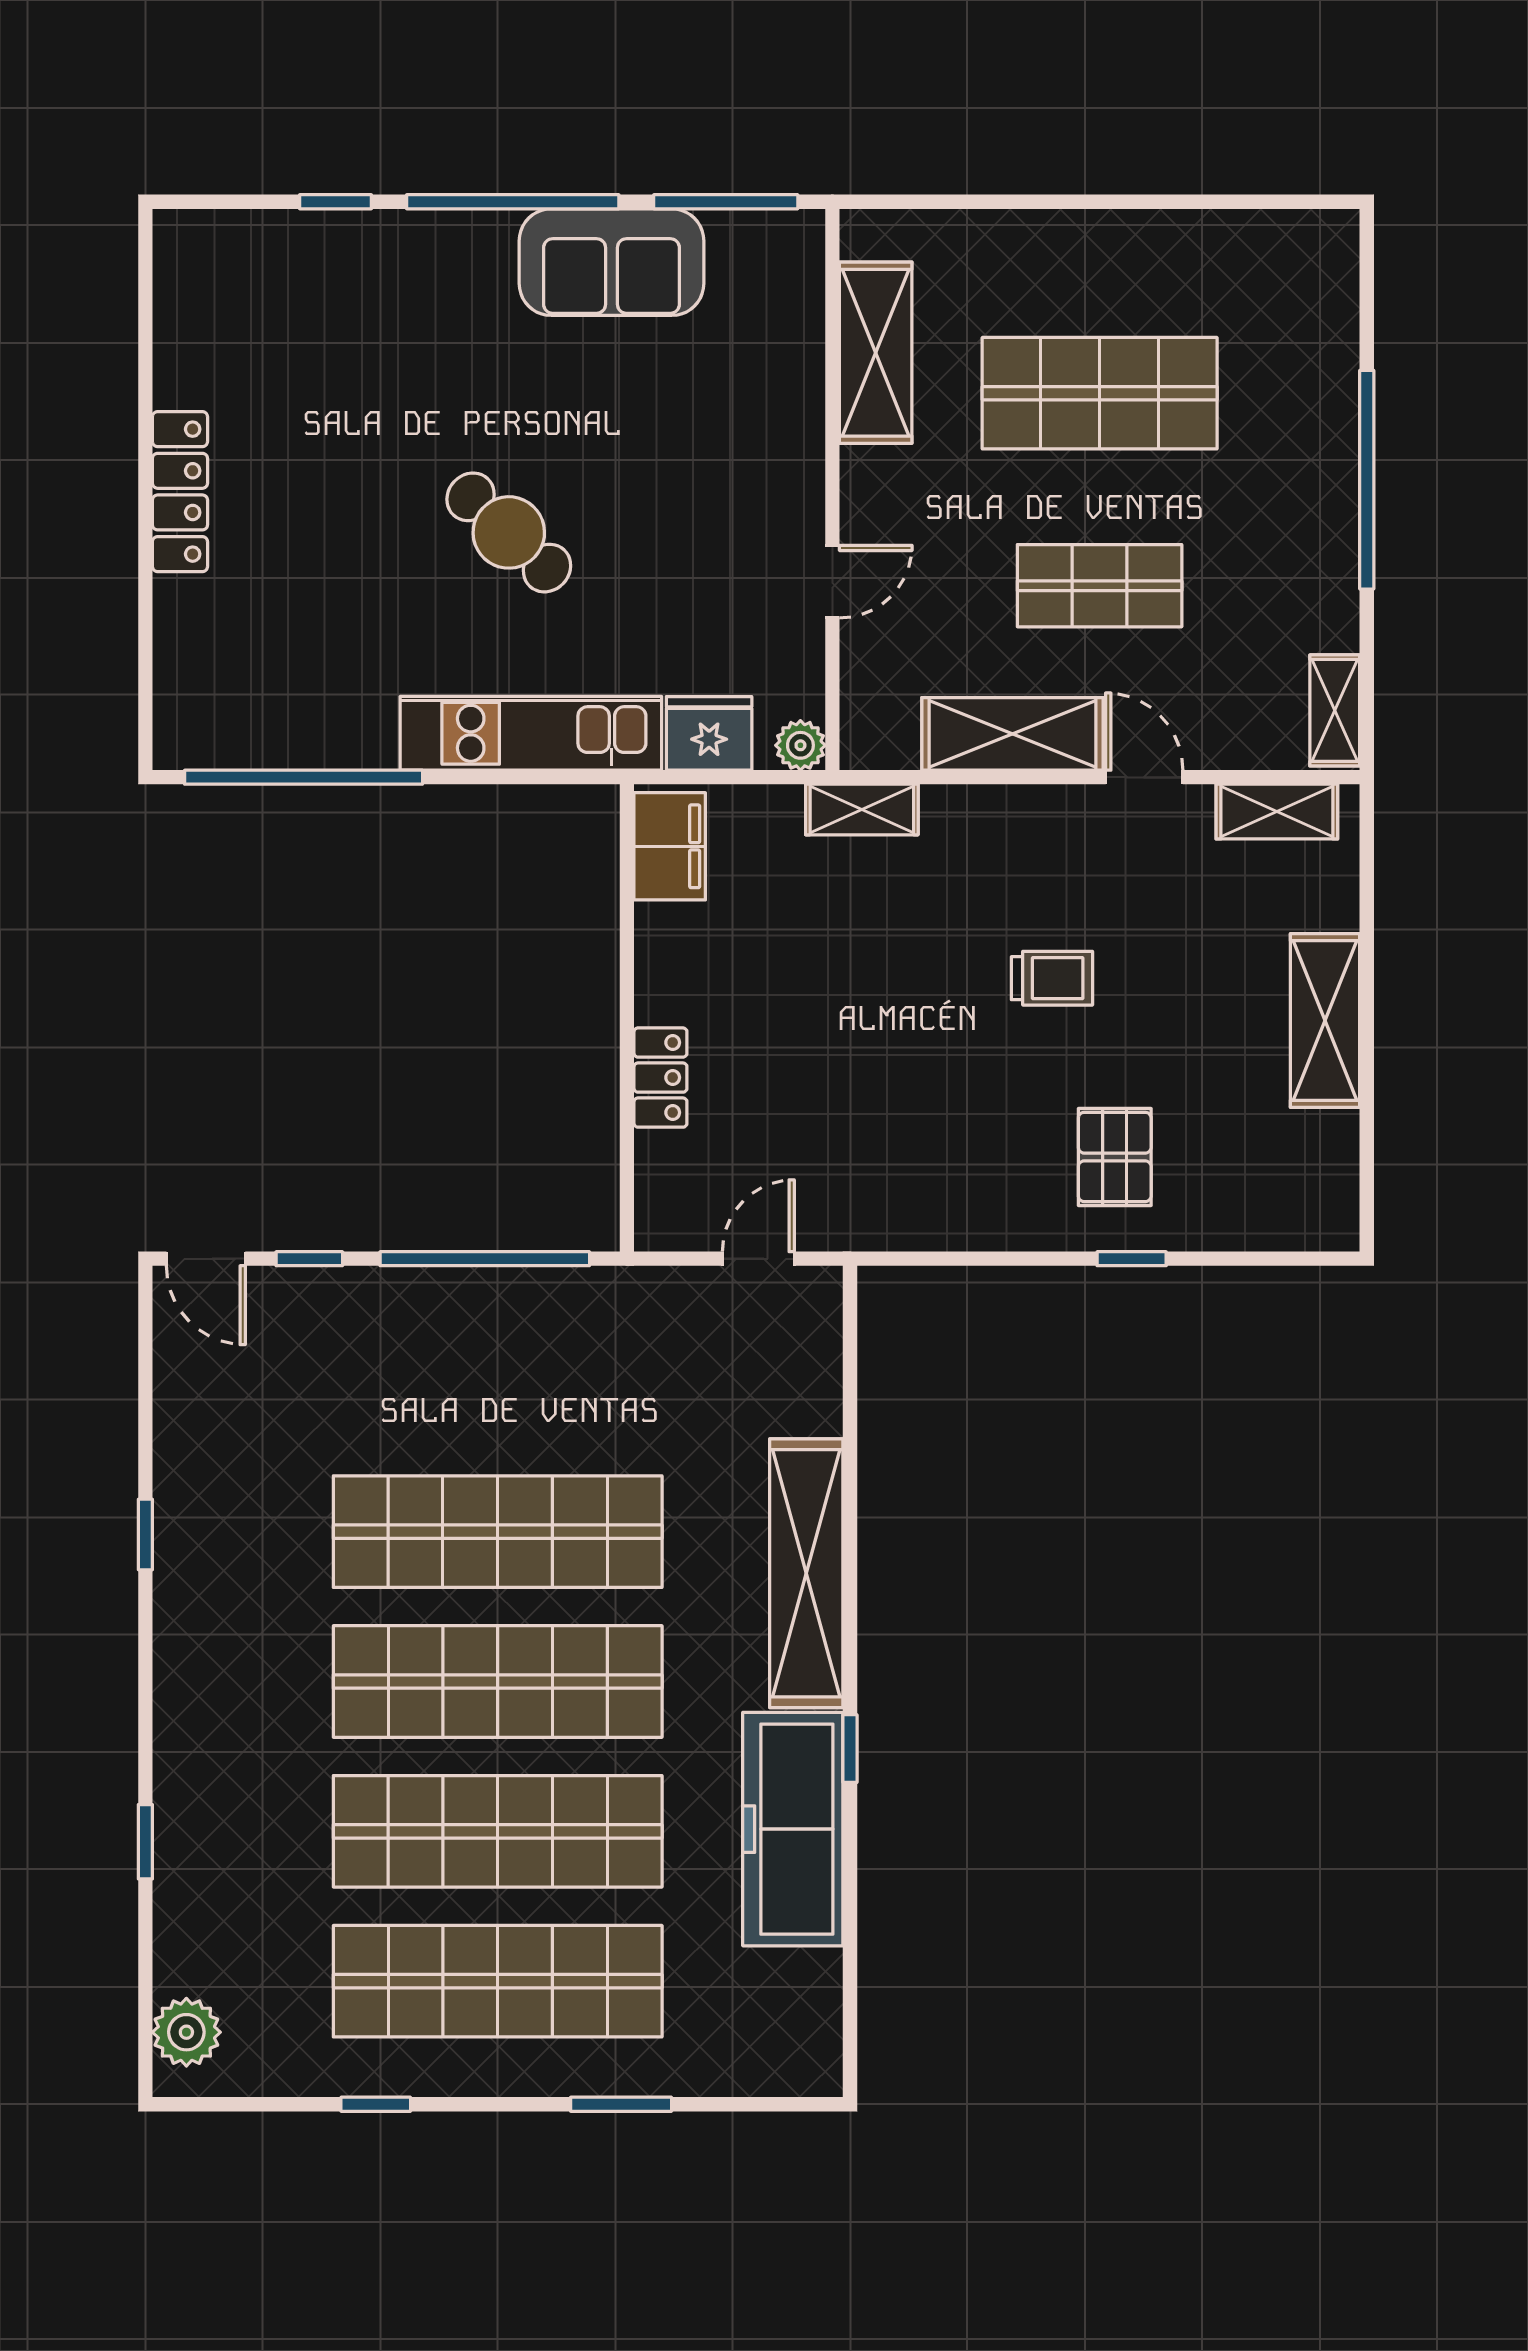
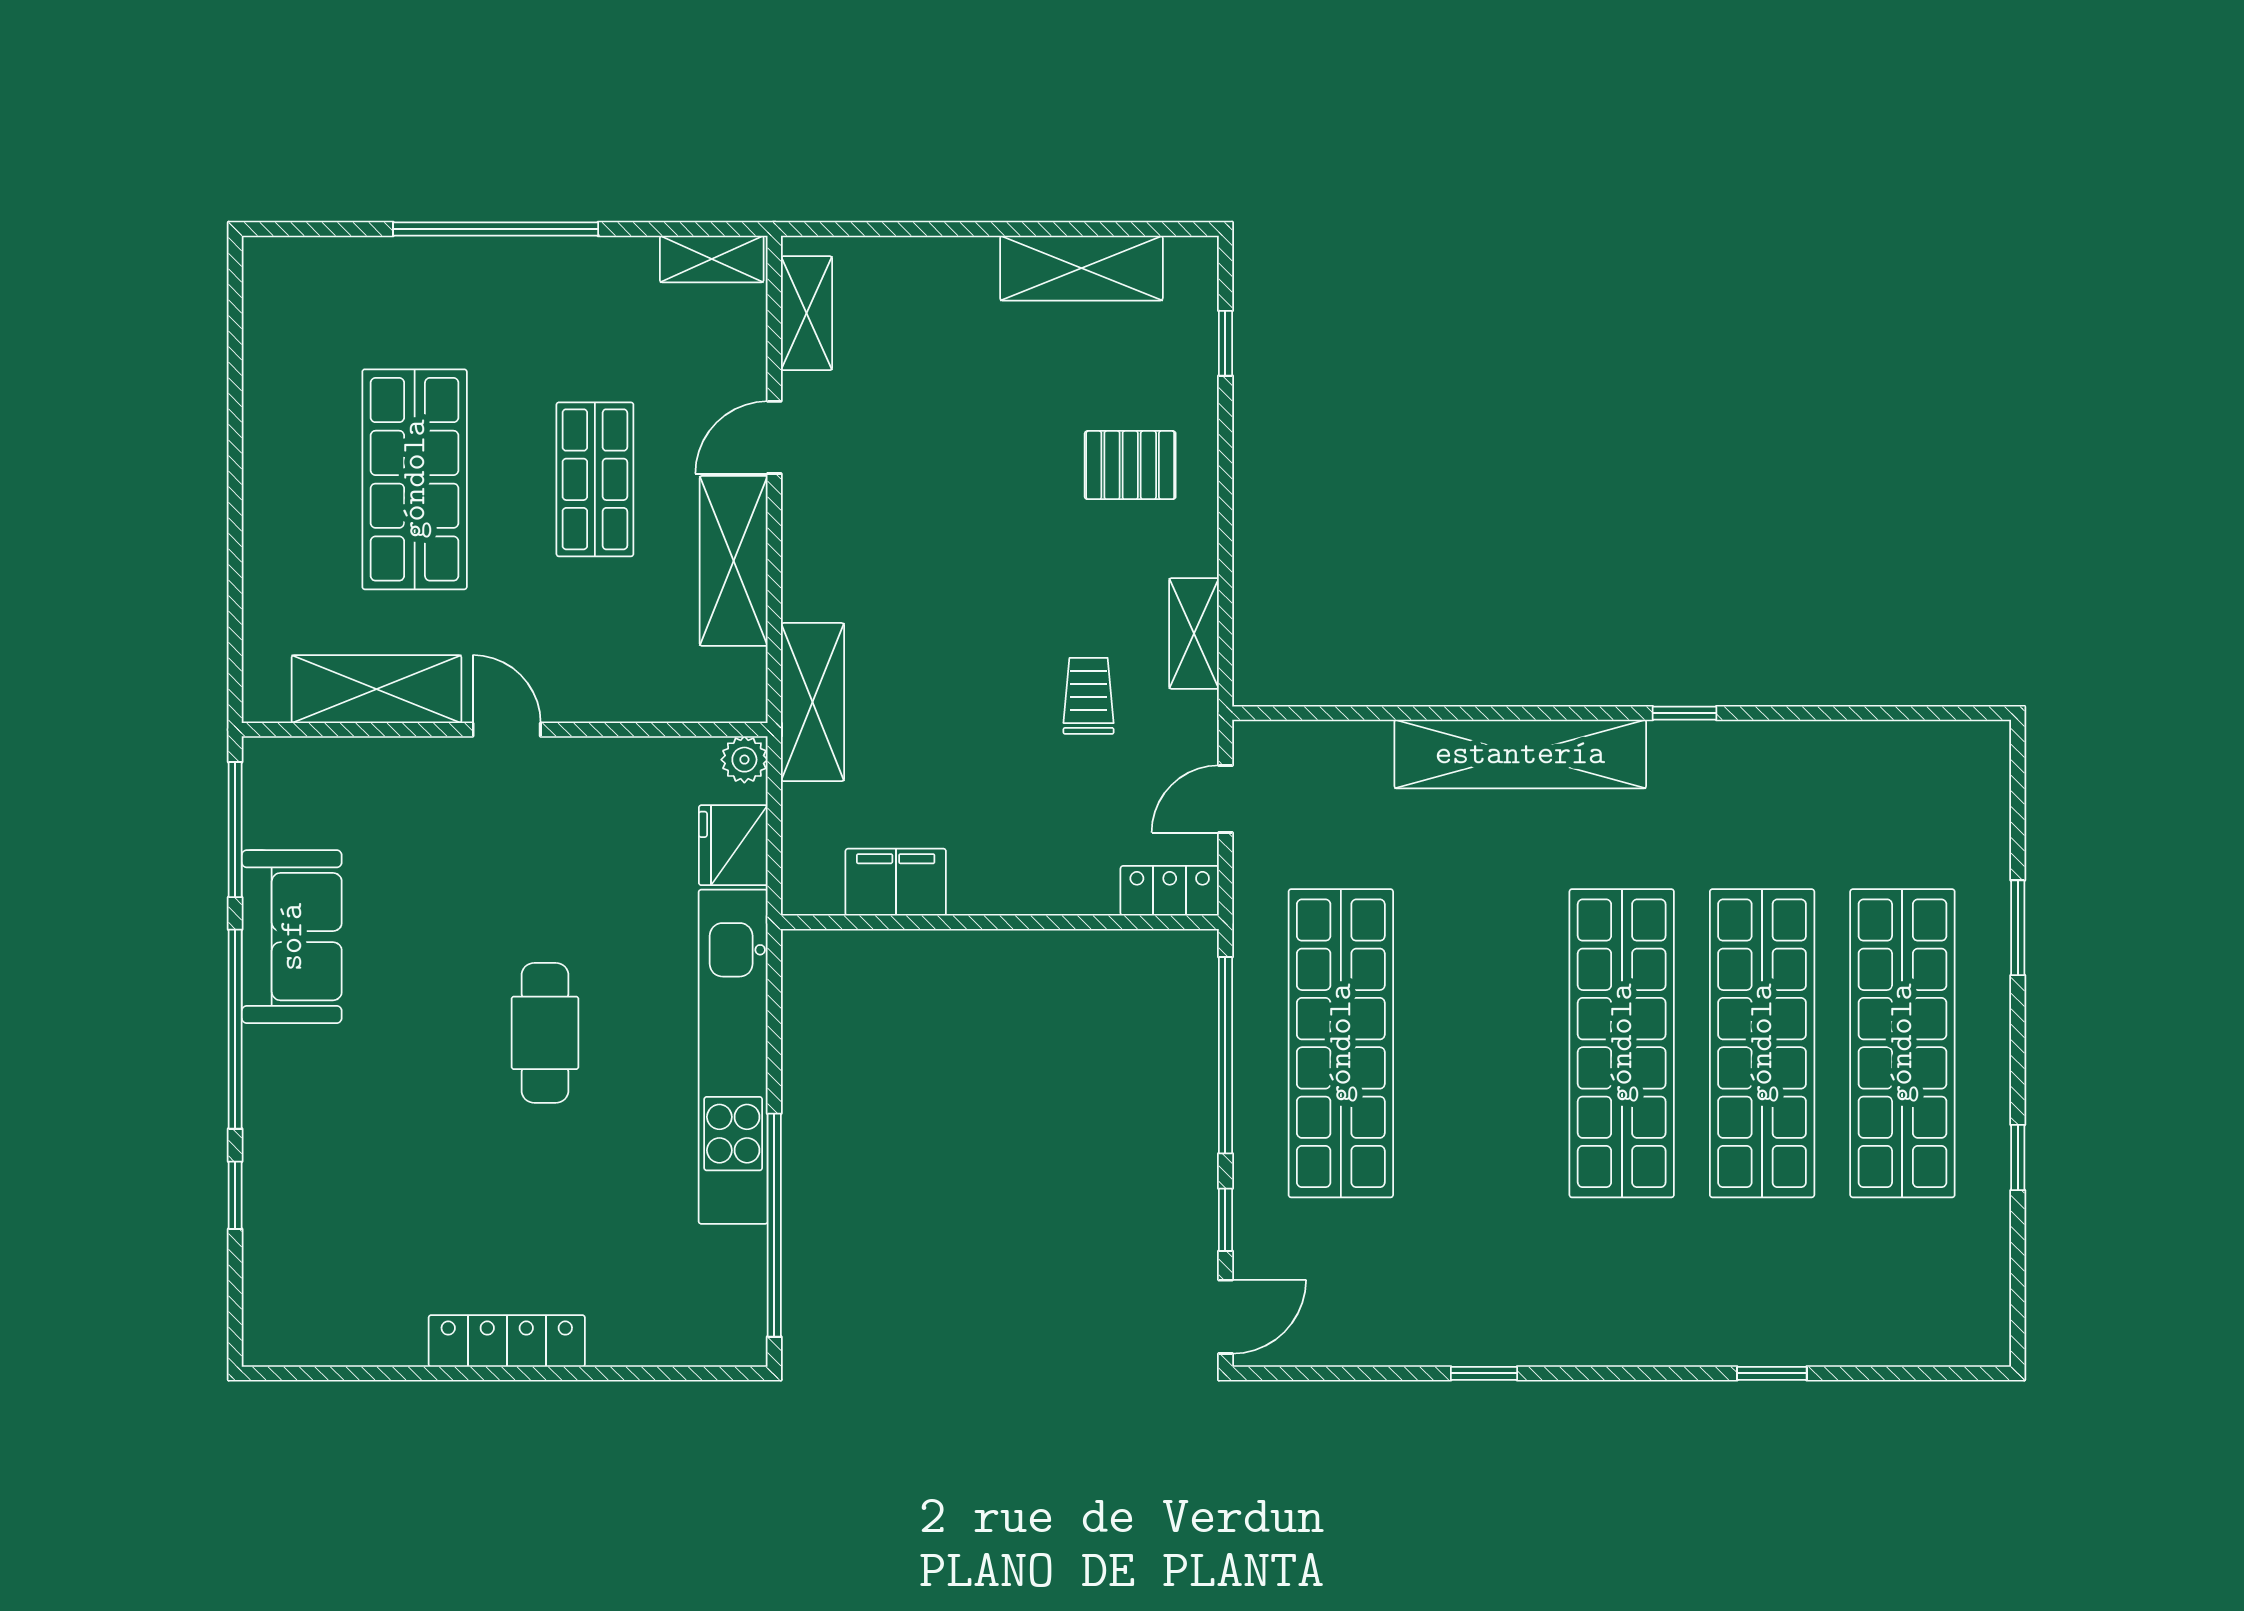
cafe table: (509, 532) -> (545, 1033), turned -43
door: (832, 582) -> (507, 730), moved
kitchen unit: (531, 733) -> (733, 1057), width x1.36
shelving: (862, 810) -> (813, 702), width x1.50, depth x1.33
filing cabinet: (670, 846) -> (896, 882), moved
trolley: (1052, 978) -> (1089, 696), moved
shelving: (1325, 1021) -> (1081, 268), moved
locker: (660, 1078) -> (1170, 891), moved
shelving: (935, 1225) -> (1194, 633), added
door: (758, 1259) -> (1225, 799), hinge flipped
window: (1132, 1259) -> (1225, 343), moved
shop shelf: (498, 1532) -> (1341, 1043), moved
freezer: (793, 1829) -> (1760, 767), removed
plant: (186, 2032) -> (1950, 1335), removed

